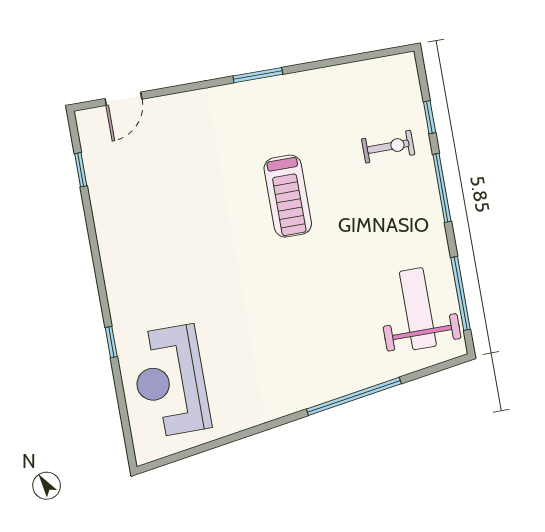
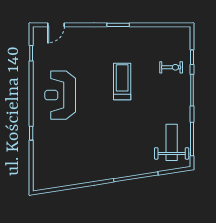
treadmill: (288, 196) -> (122, 82), turned 180
reception desk: (170, 381) -> (60, 95), moved

